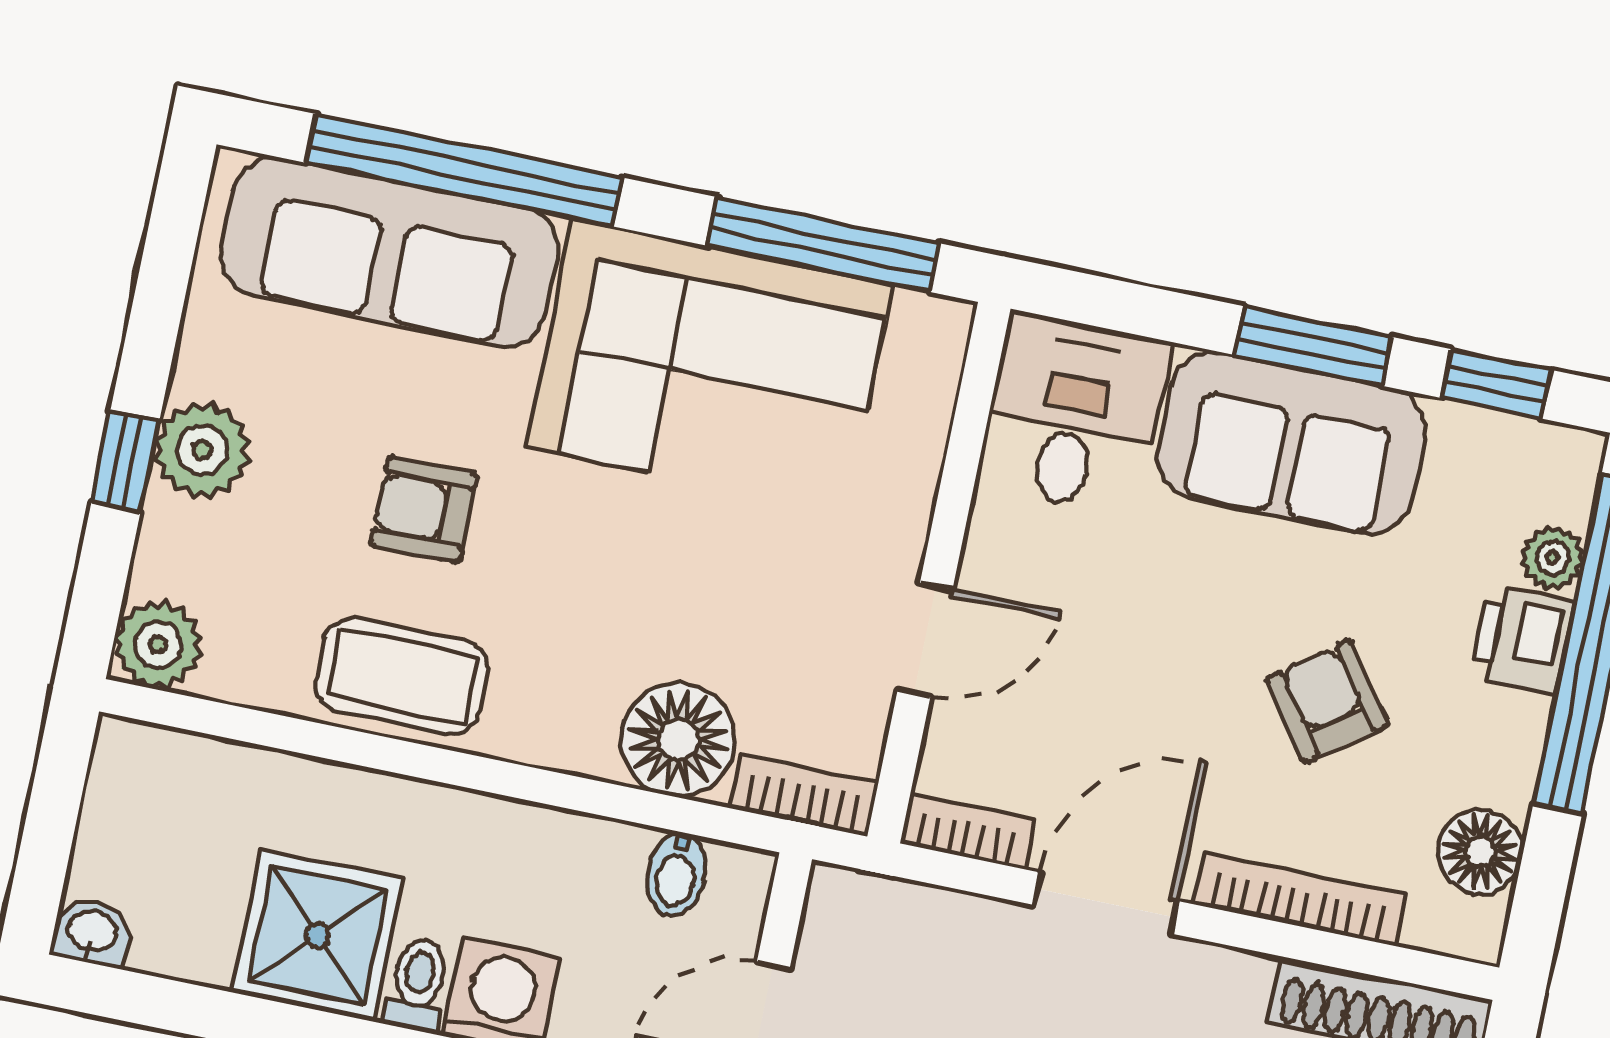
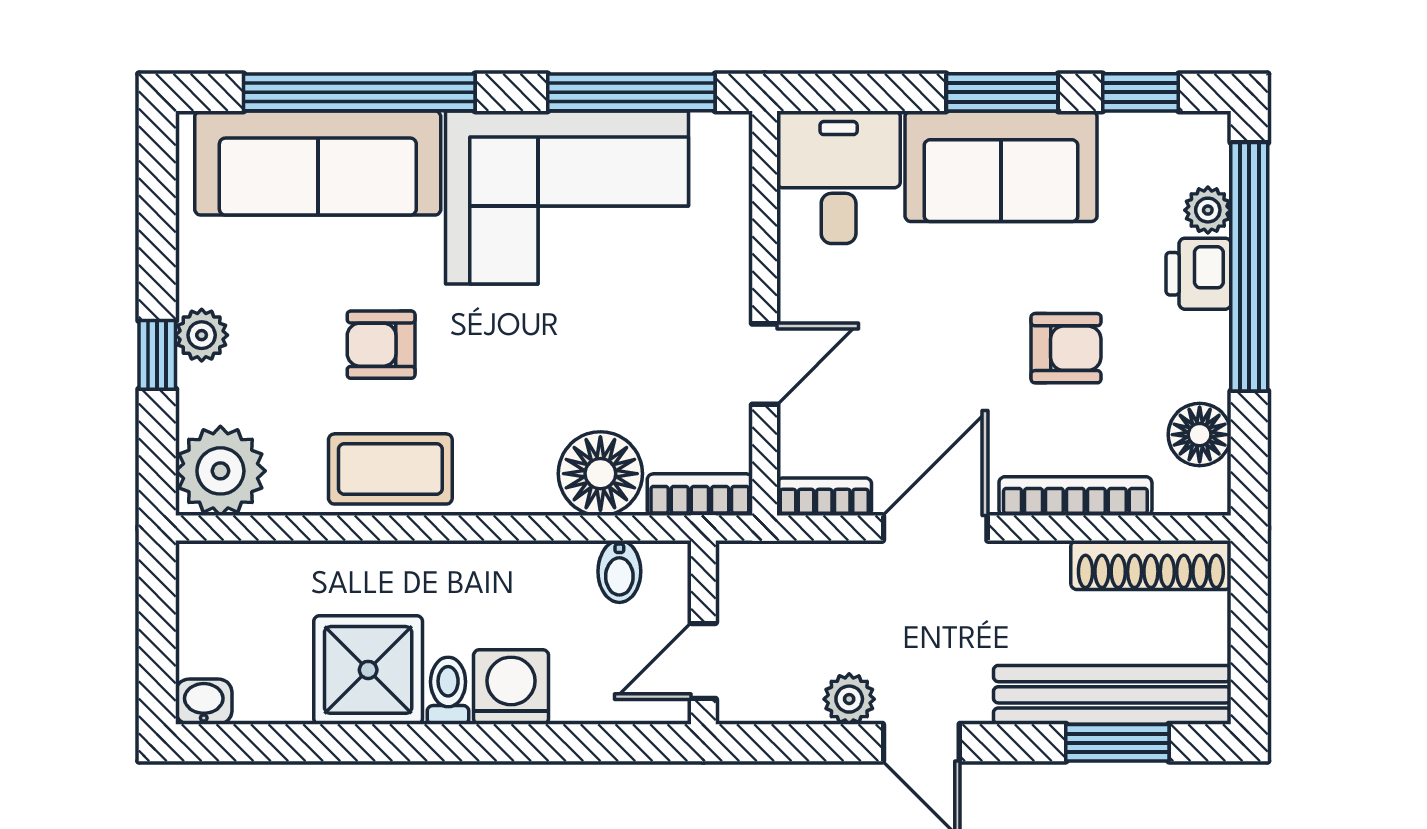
plant: (202, 450) -> (202, 335), width x0.73, depth x0.73
plant: (158, 645) -> (220, 471), width x1.36, depth x1.36
armchair: (1327, 701) -> (1066, 348), turned 126

